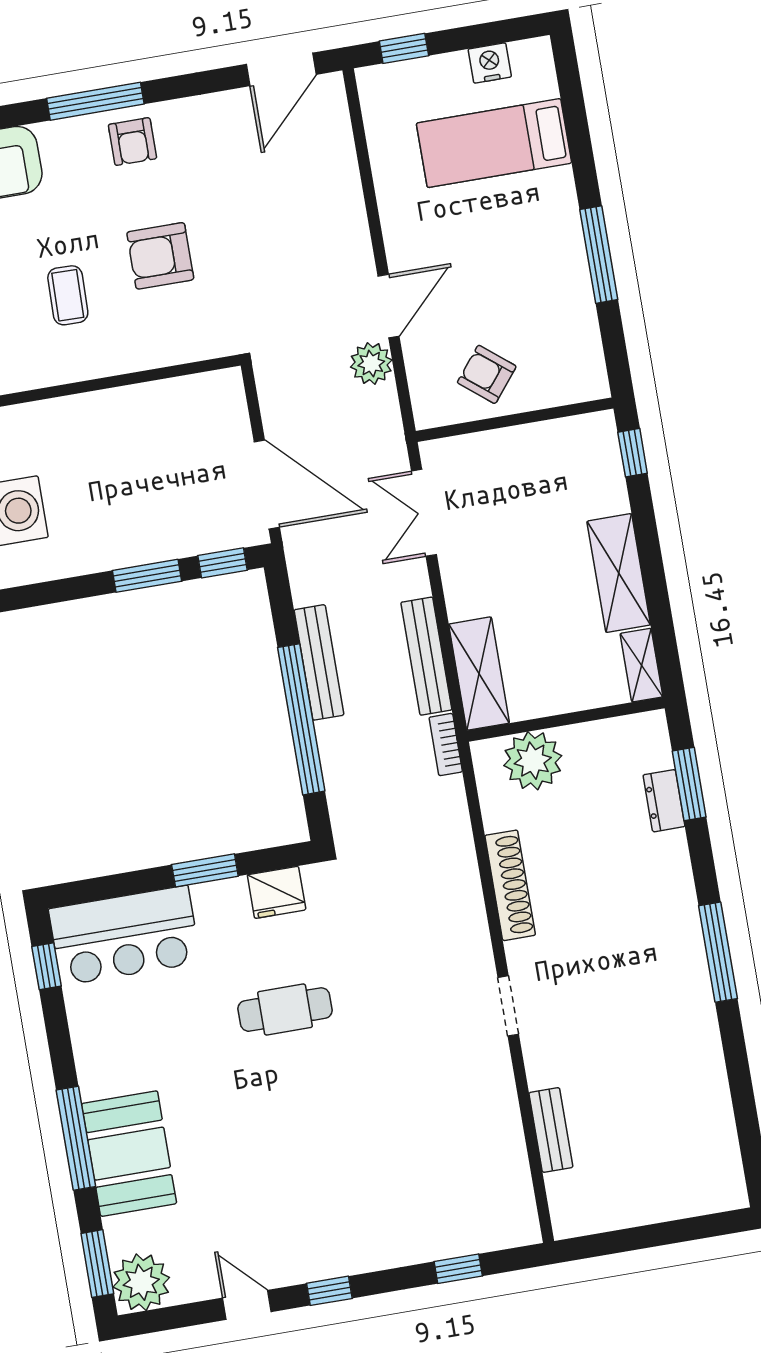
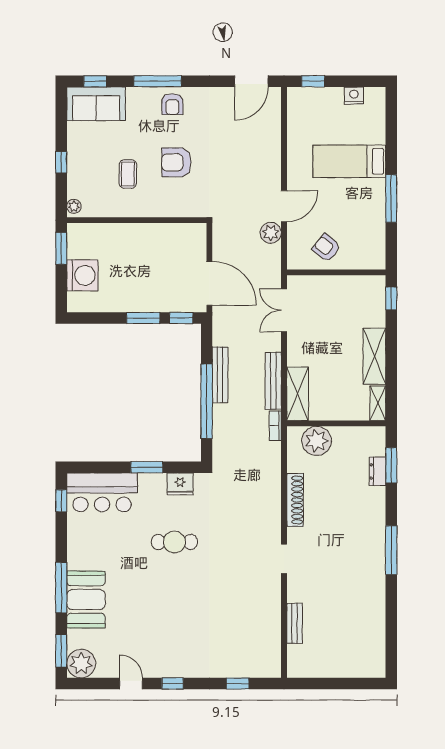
bed: (494, 143) -> (349, 161), moved

